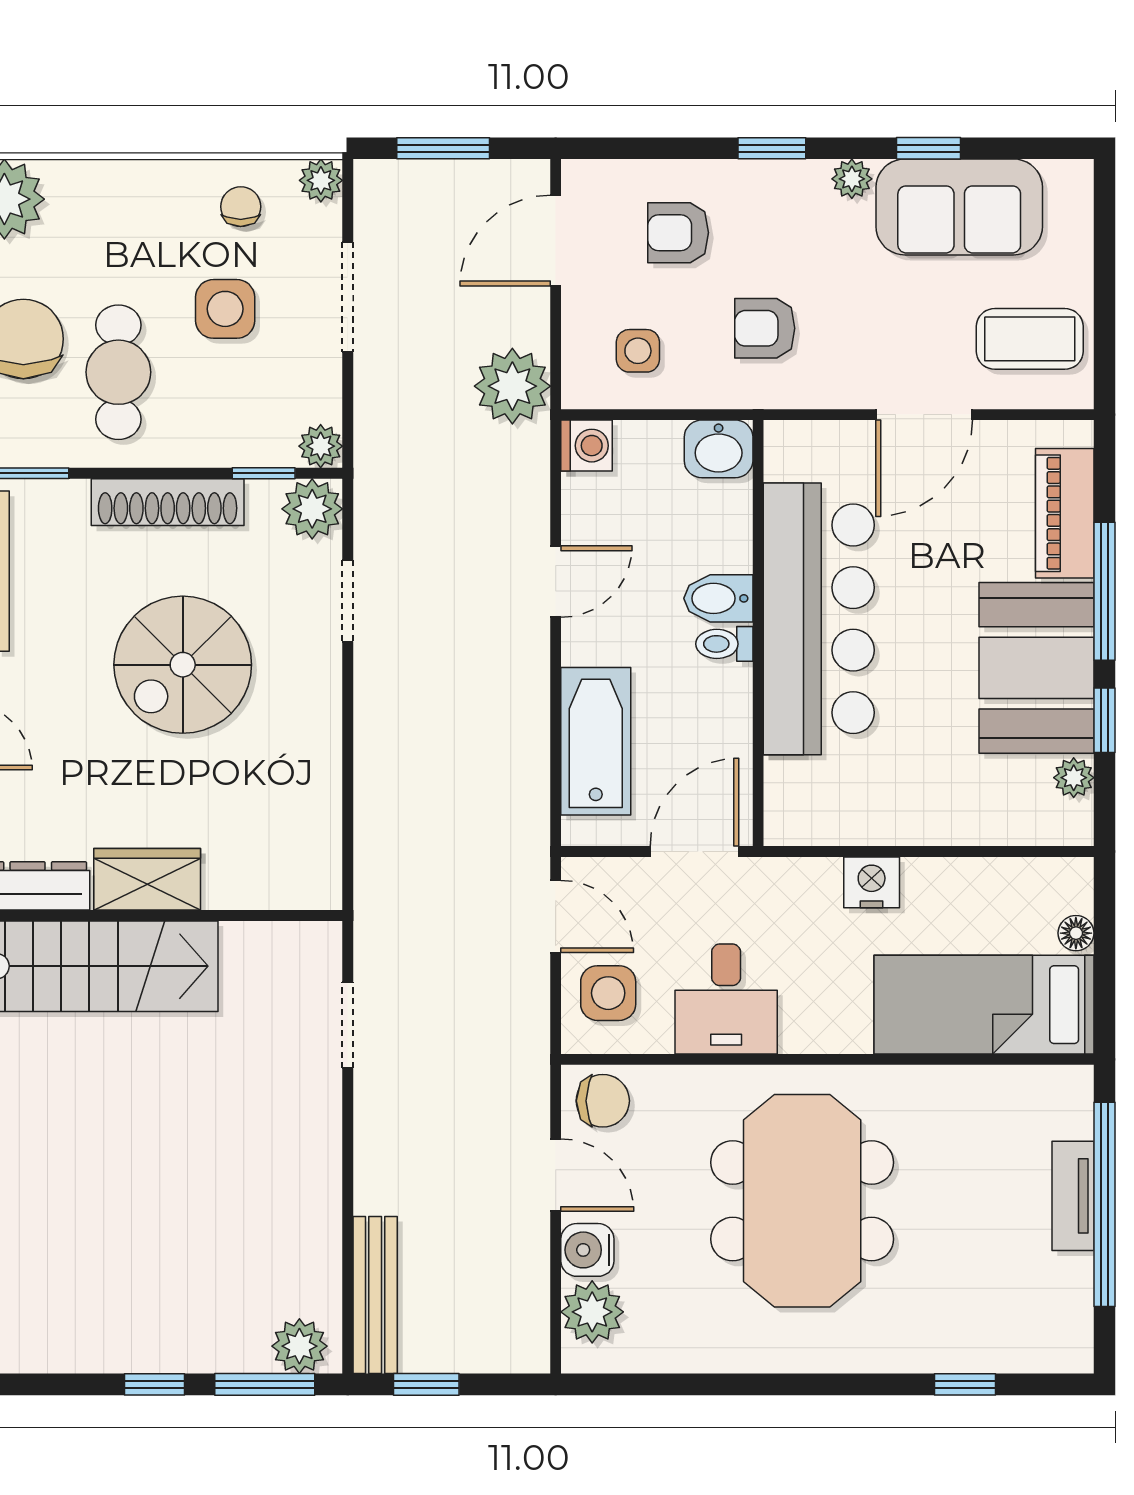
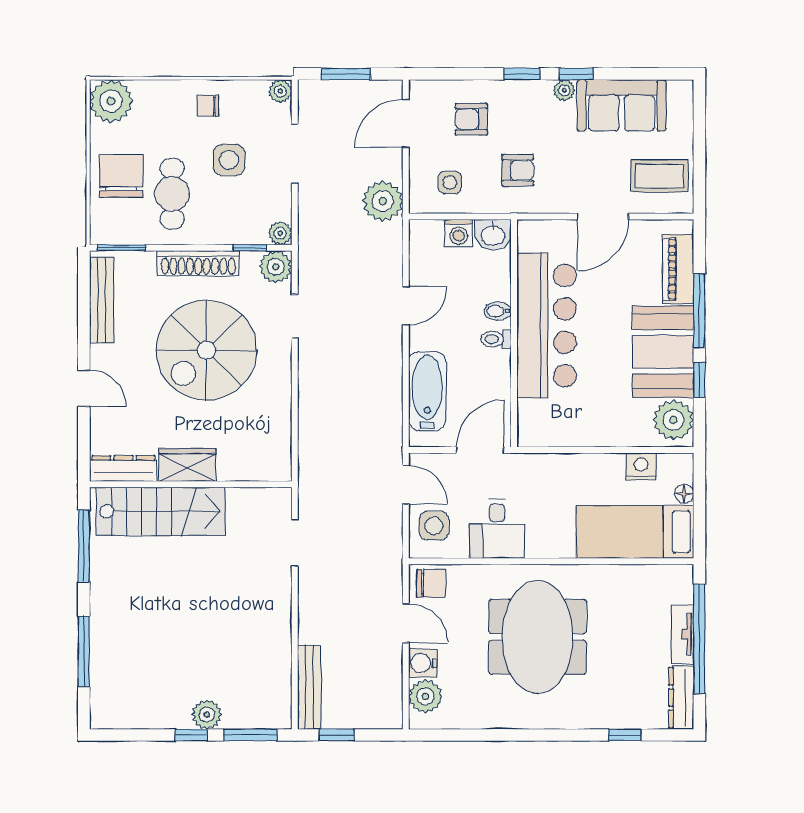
window: (928, 148) -> (576, 74), moved
chair: (241, 207) -> (208, 106), moved, turned -90
armchair: (765, 328) -> (518, 170), turned 180
washing machine: (587, 446) -> (459, 233), moved, turned 90
bidet: (718, 598) -> (498, 311), width x0.72, depth x0.74
spiral stairs: (183, 665) -> (206, 350), width x1.37, depth x1.37
plant: (1074, 778) -> (673, 420), width x1.88, depth x1.88
nightstand: (872, 882) -> (641, 467), moved
dresser: (1071, 1314) -> (681, 698), added
plant: (299, 1346) -> (207, 715), moved

